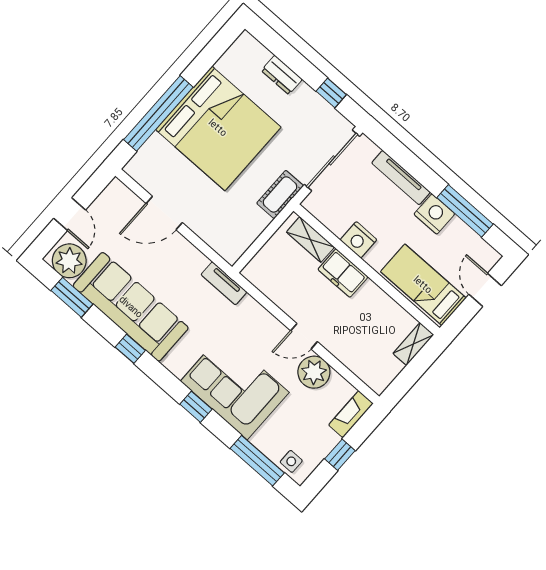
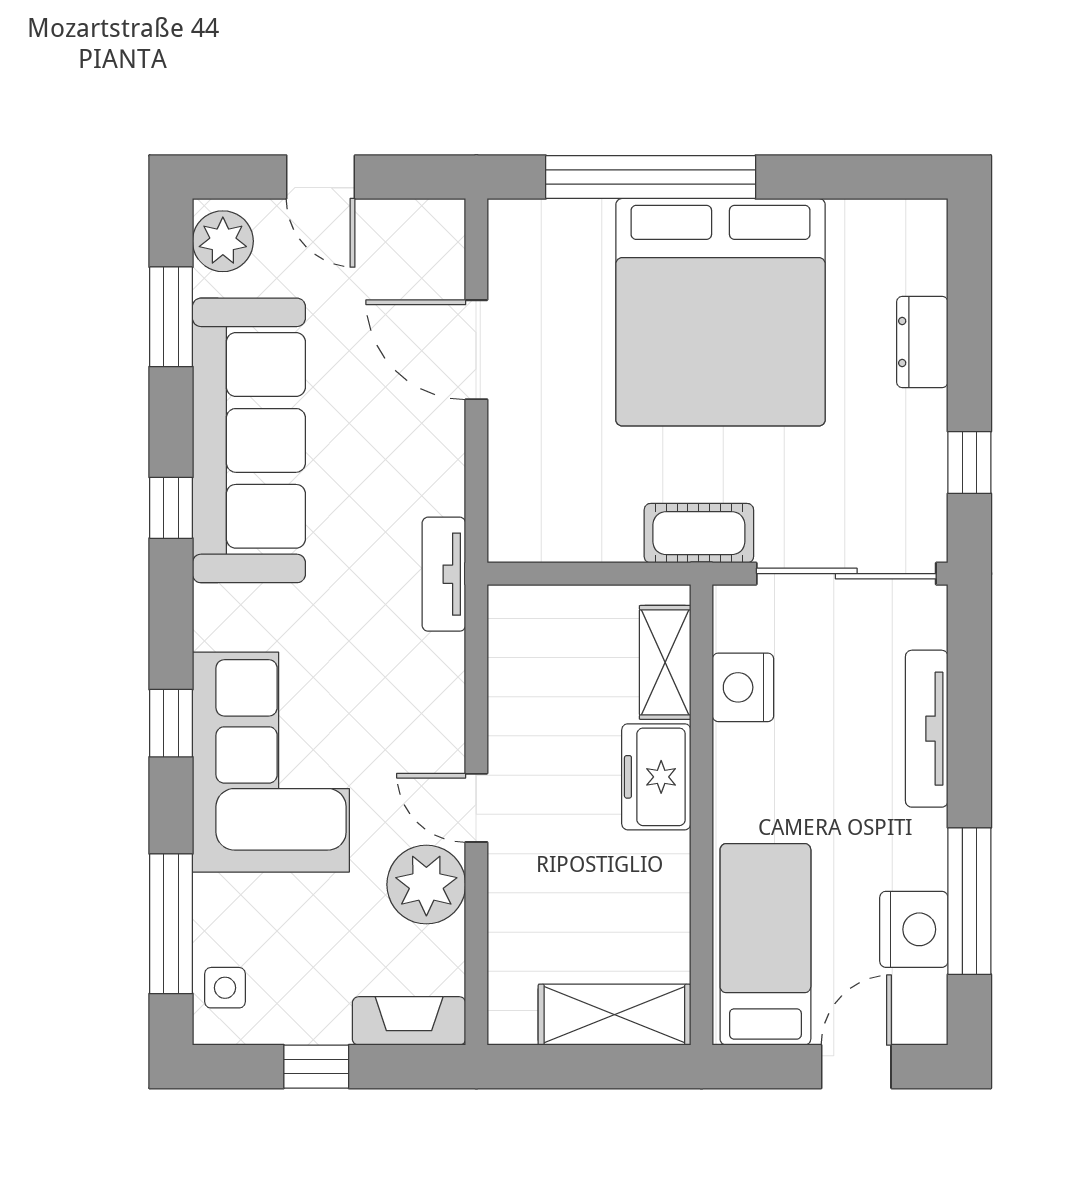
door: (70, 214) -> (321, 177), hinge flipped
nightstand: (434, 214) -> (914, 929), moved
nightstand: (358, 240) -> (743, 687), moved
plant: (69, 261) -> (223, 241), width x0.73, depth x0.73
shelving: (413, 344) -> (614, 1015), width x1.50, depth x1.33

